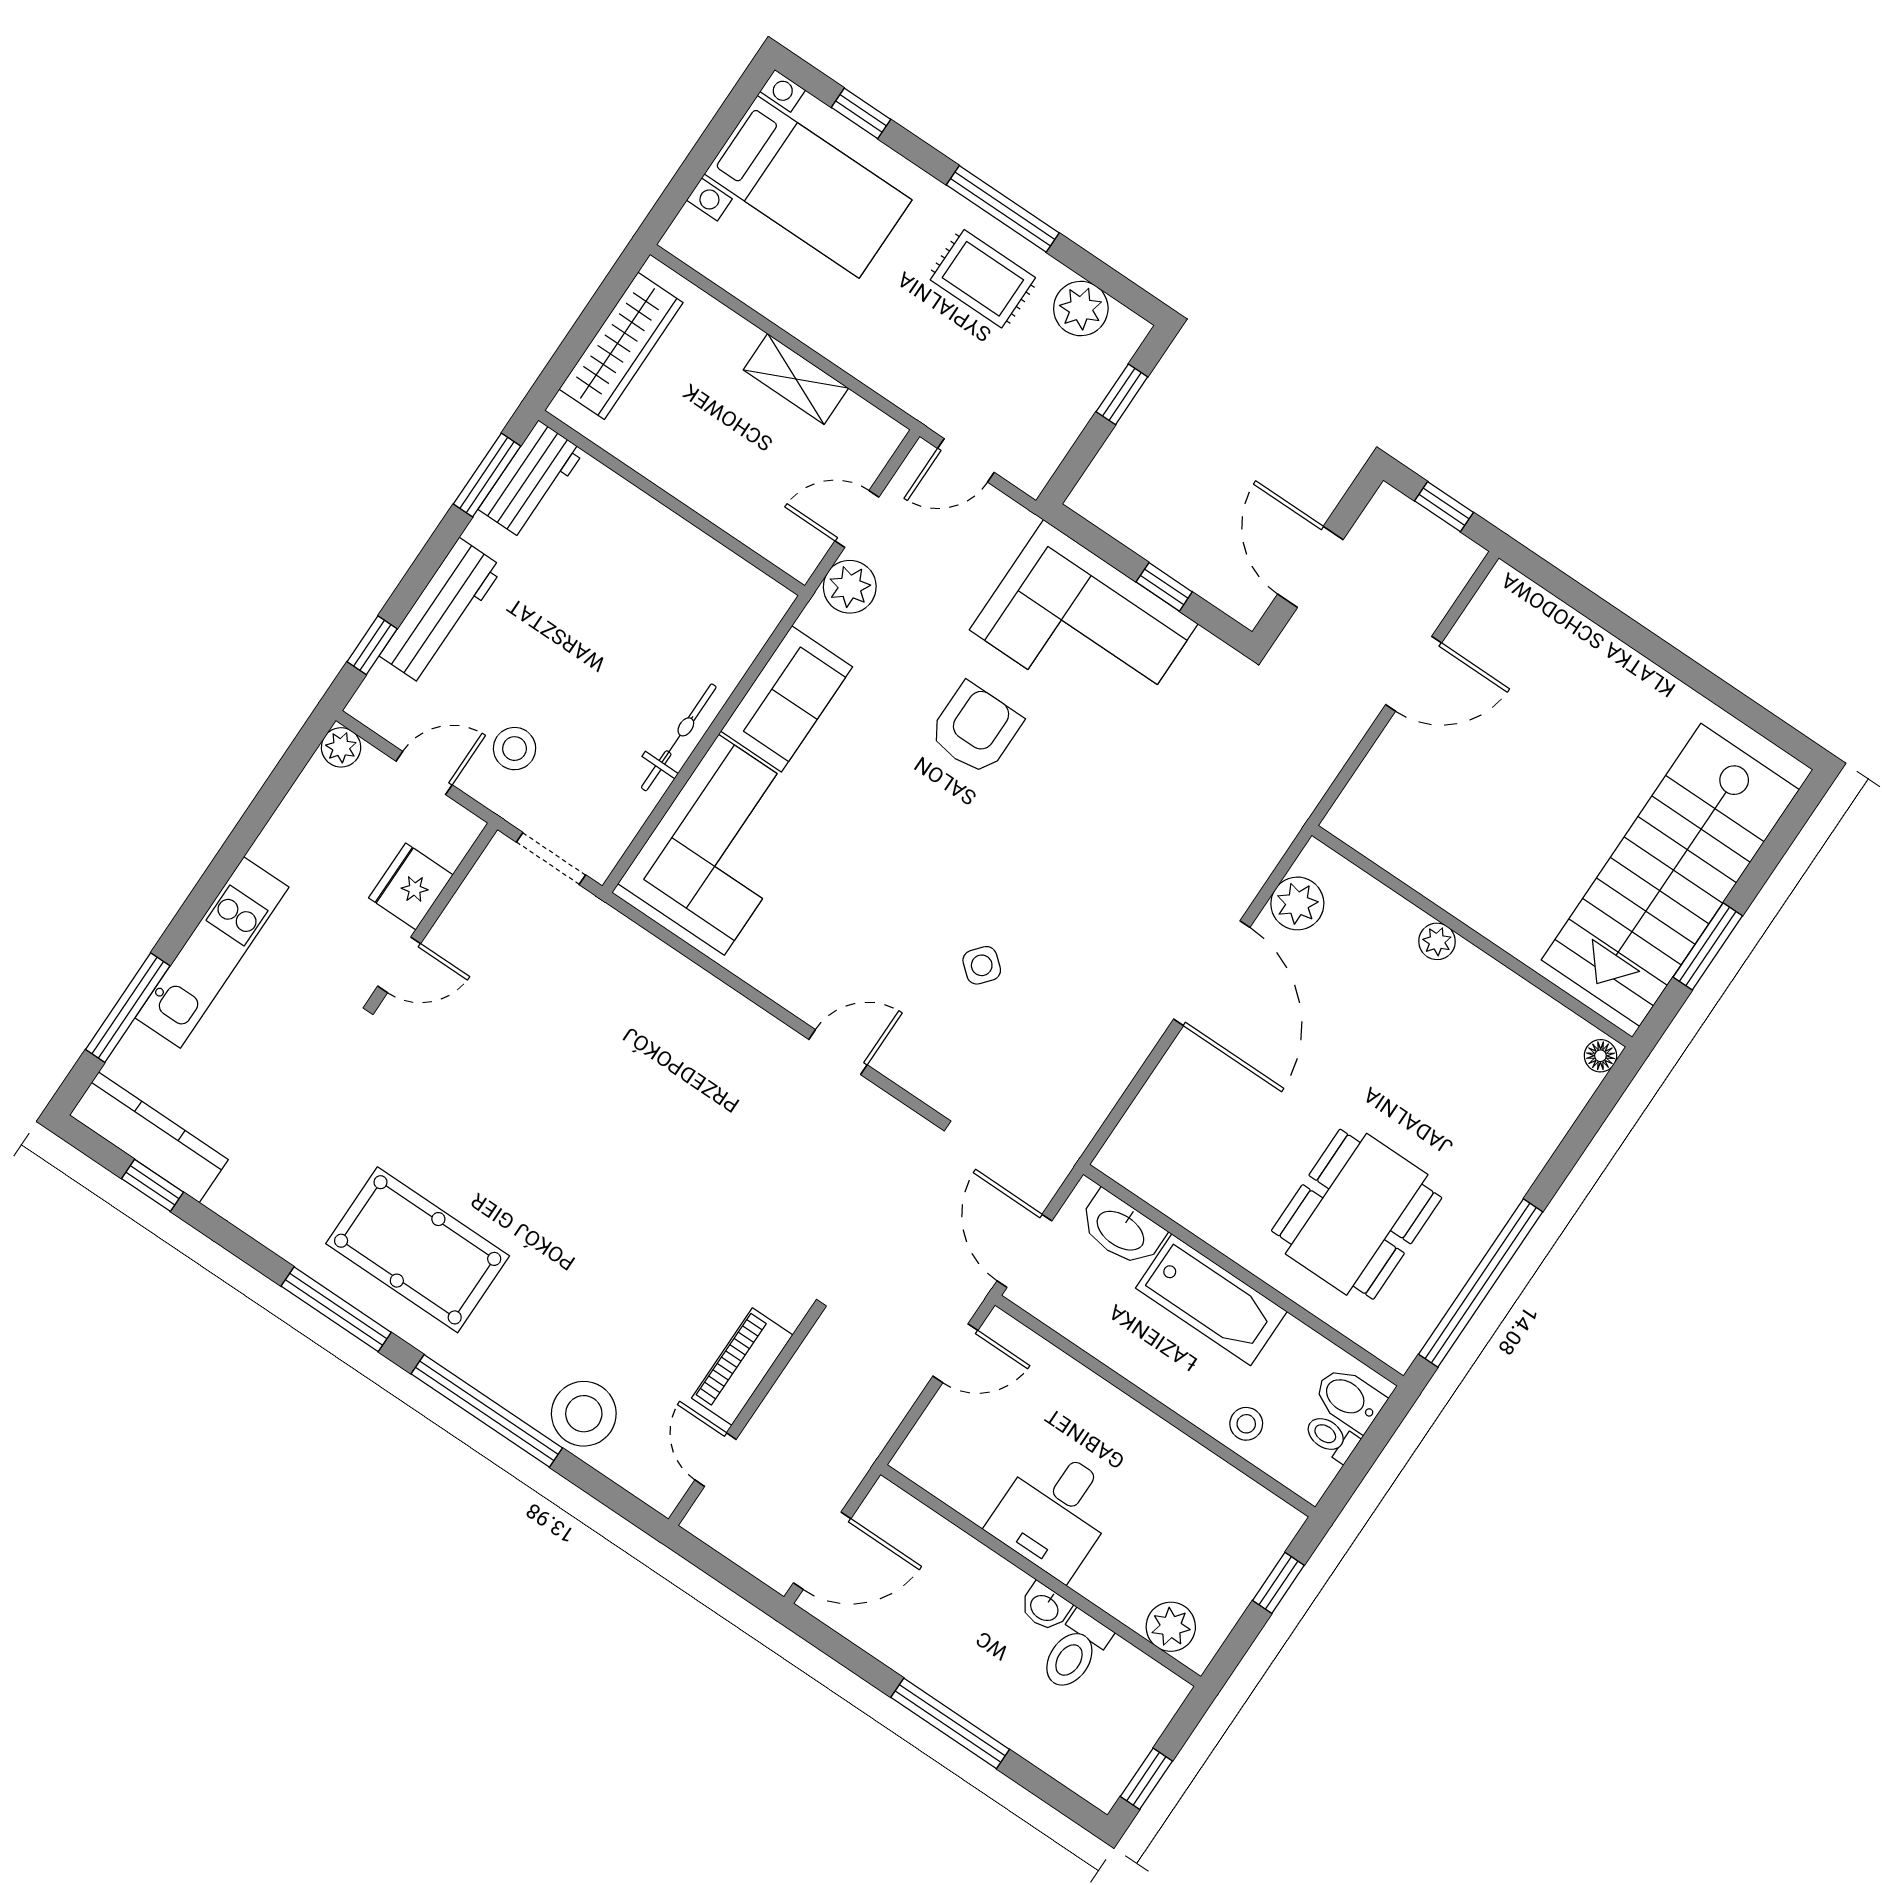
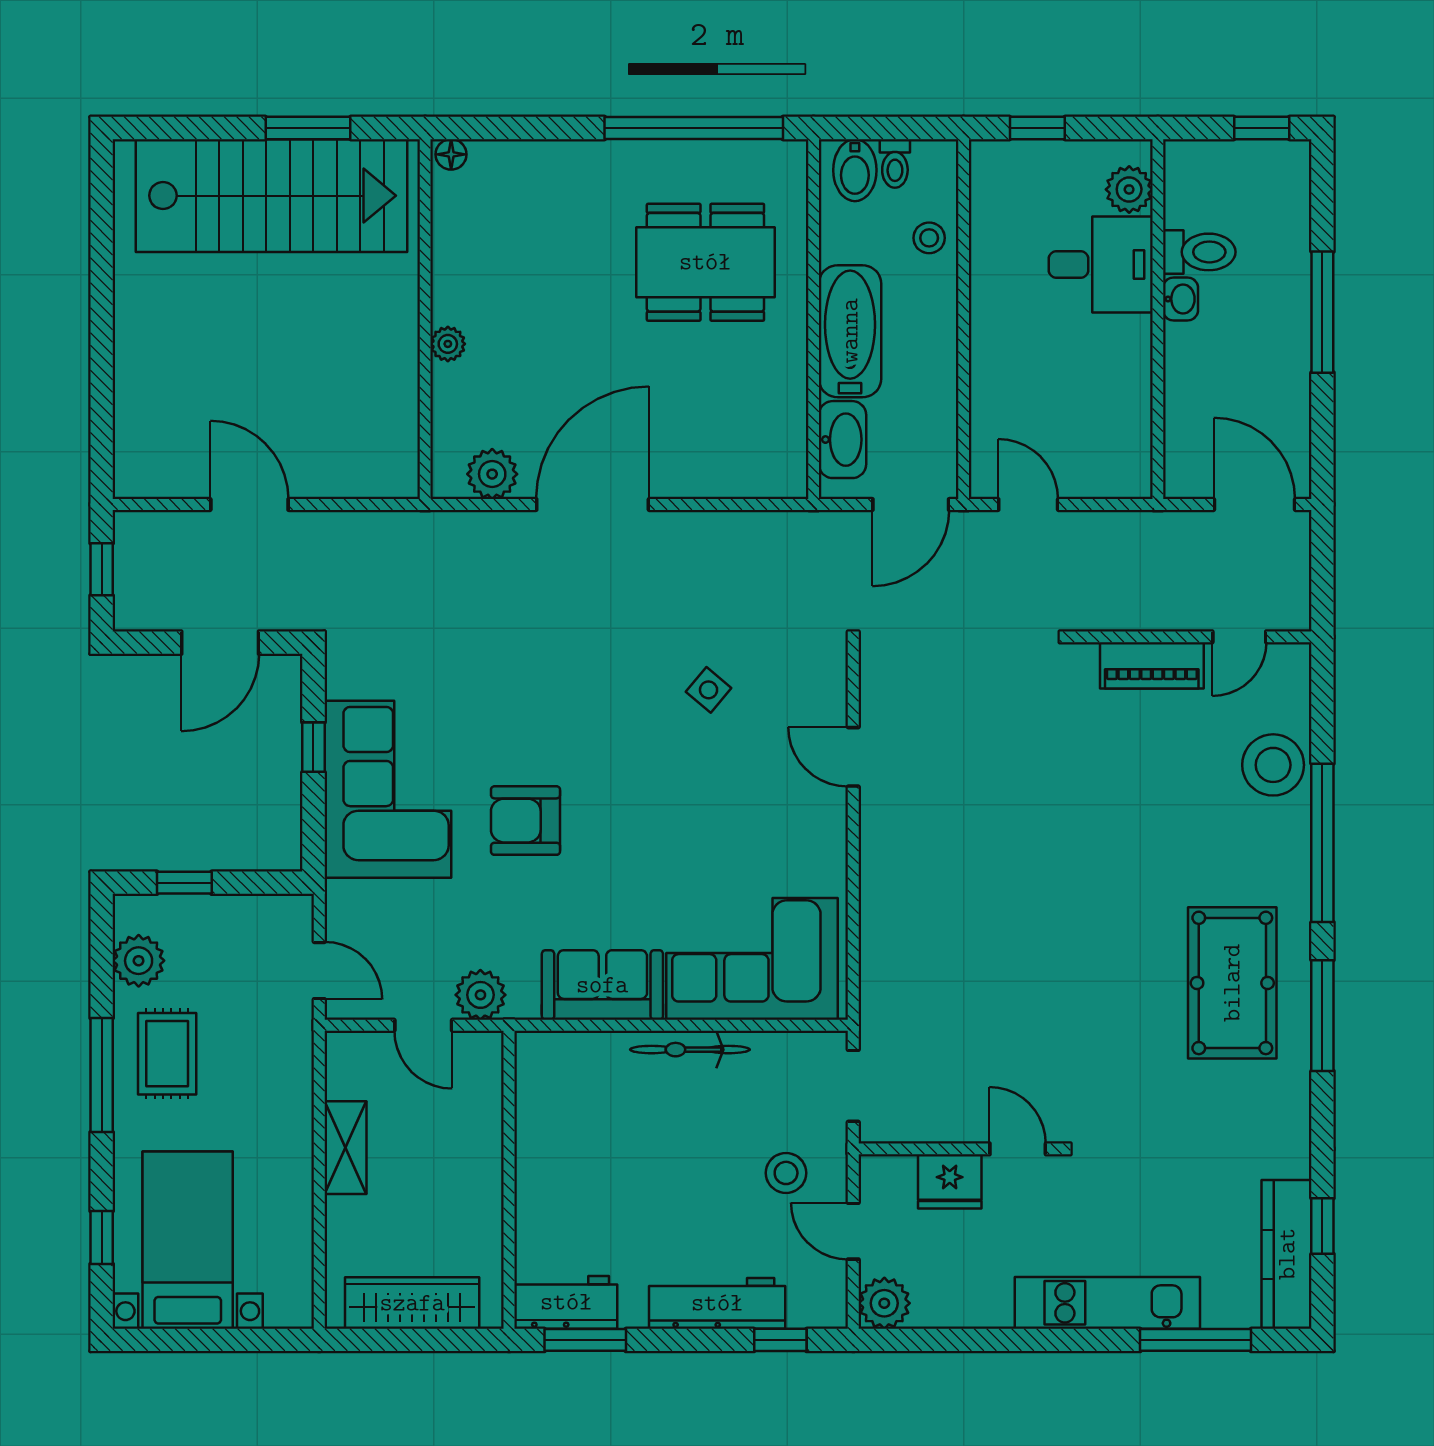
plant: (341, 747) -> (884, 1303), width x1.38, depth x1.38
desk: (1055, 1512) -> (1101, 265), moved

